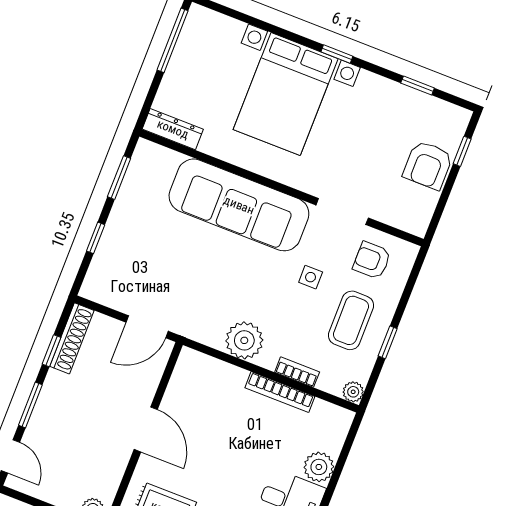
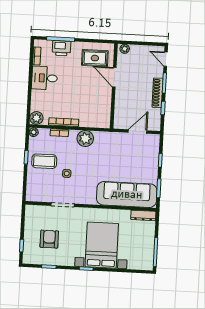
armchair: (428, 165) -> (49, 239), moved
sofa: (239, 205) -> (127, 194), moved
armchair: (372, 260) -> (44, 189), removed
coffee table: (351, 320) -> (44, 161), turned 90
door: (147, 327) -> (138, 131), moved
shoe rack: (72, 338) -> (158, 93), moved
door: (146, 429) -> (114, 77), moved
plant: (319, 467) -> (36, 118), moved

